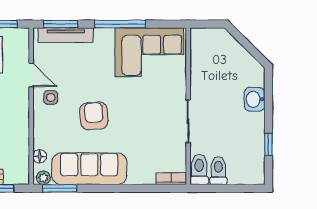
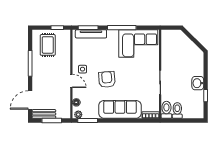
door: (31, 75) -> (71, 81), moved
washbasin: (255, 99) -> (198, 83), moved
sofa: (89, 169) -> (120, 109), moved

